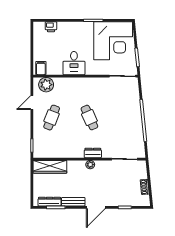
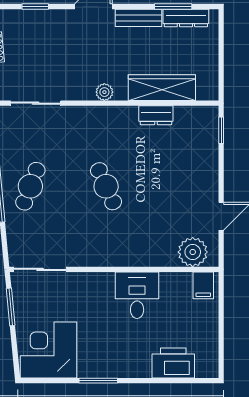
printer: (51, 27) -> (173, 363), width x1.87, depth x1.48
corner desk: (113, 41) -> (48, 350), width x0.74, depth x0.74
cafe table: (52, 118) -> (30, 186), moved
dresser: (93, 153) -> (156, 115), moved
wardrobe: (50, 167) -> (162, 88), moved

